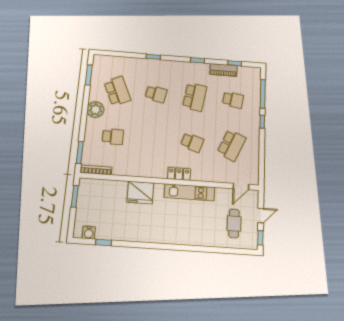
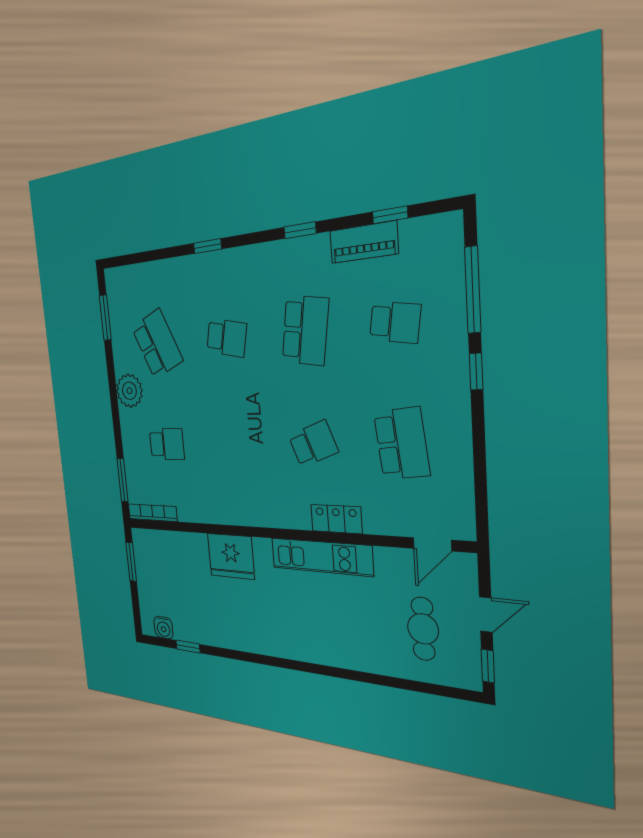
school desk: (192, 142) -> (313, 444), turned -39
school desk: (232, 145) -> (402, 444), turned -30
locker: (179, 174) -> (336, 519), moved

